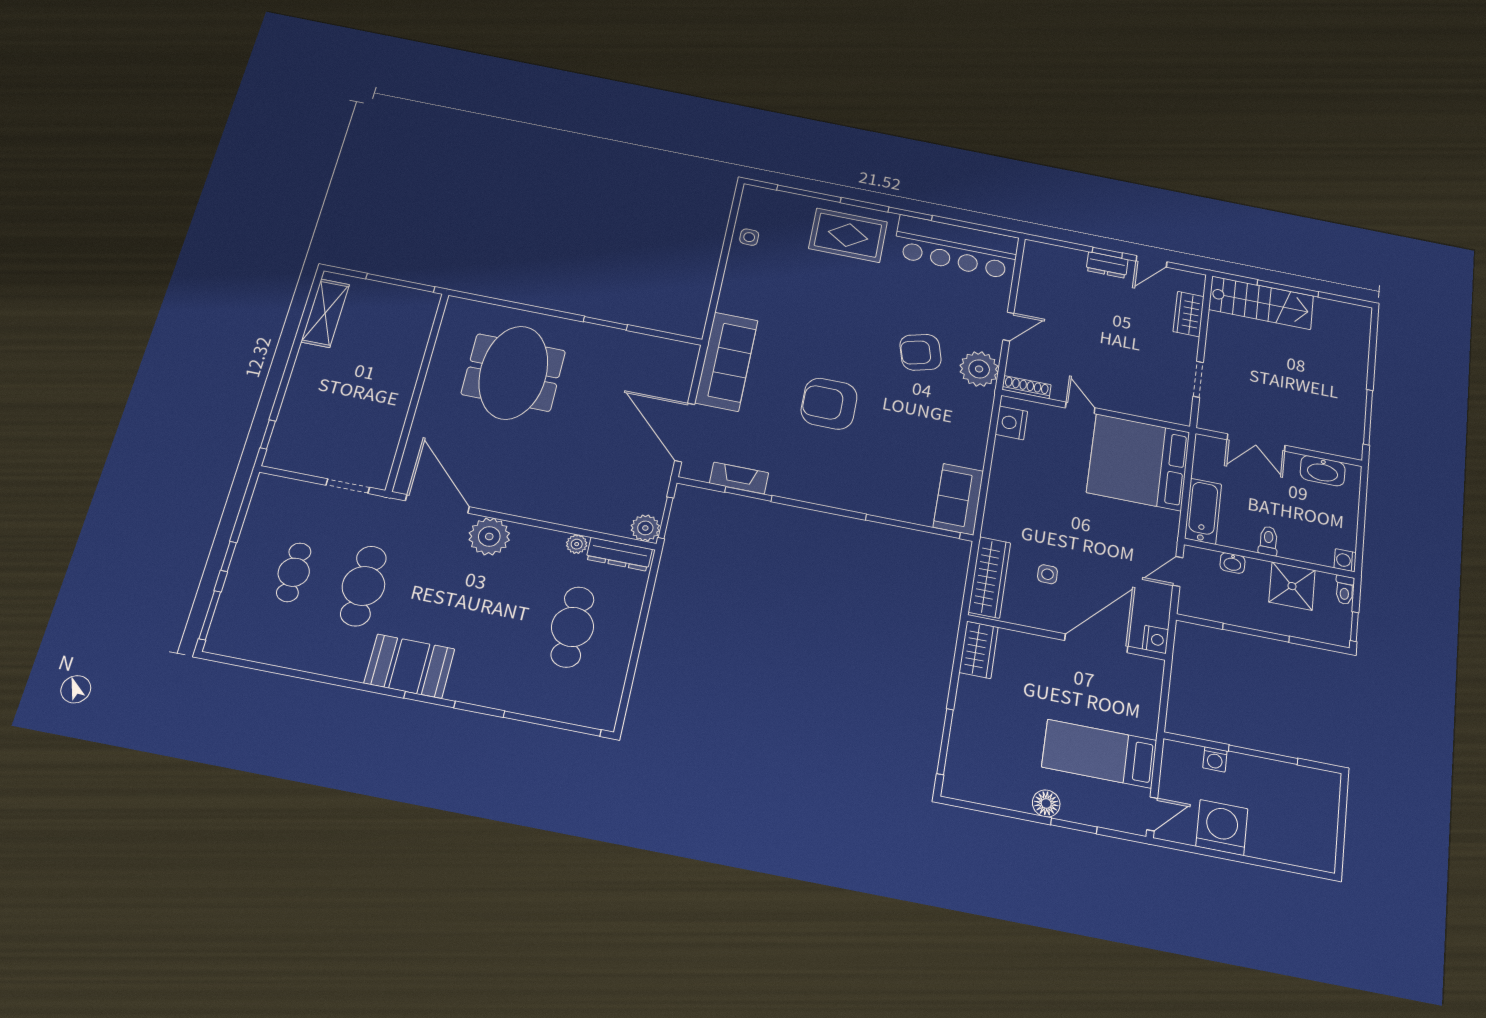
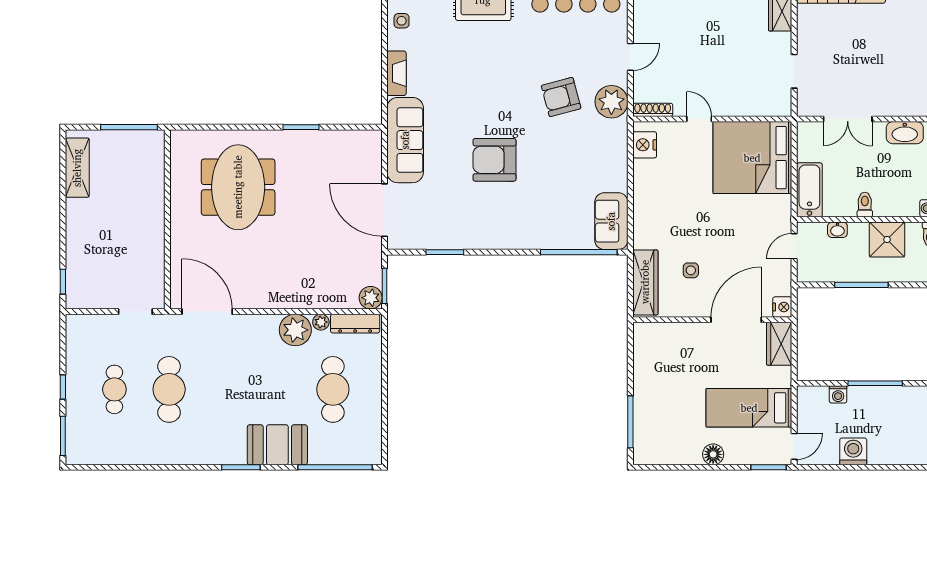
fireplace: (739, 478) -> (396, 73), moved, turned 90
plant: (489, 536) -> (295, 330), moved
wardrobe: (979, 650) -> (779, 344), moved, turned 180
booth: (409, 666) -> (277, 445), moved
window: (1074, 826) -> (768, 467), moved
washing machine: (1222, 827) -> (853, 451), width x0.73, depth x0.73

